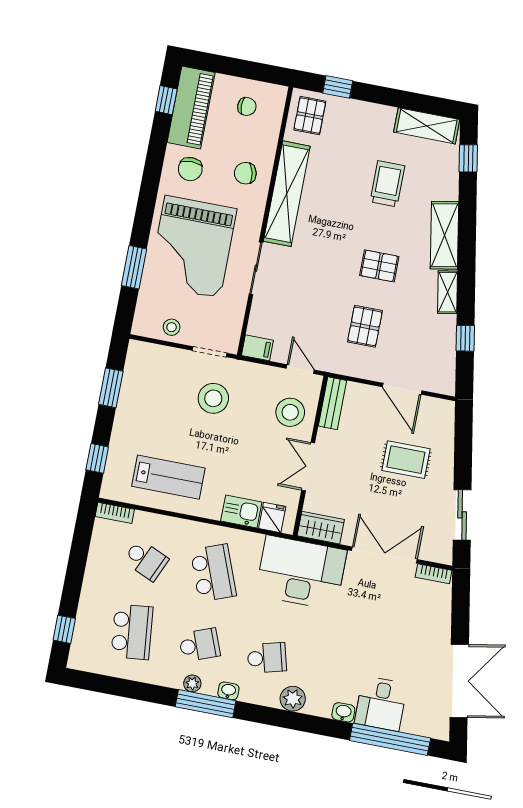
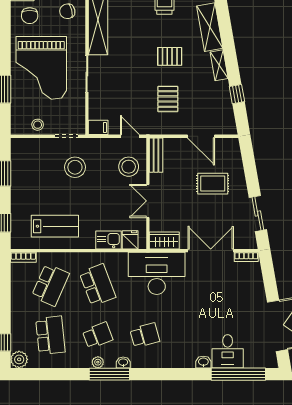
school desk: (146, 560) -> (50, 285), width x1.85
plant: (293, 699) -> (19, 359), moved

